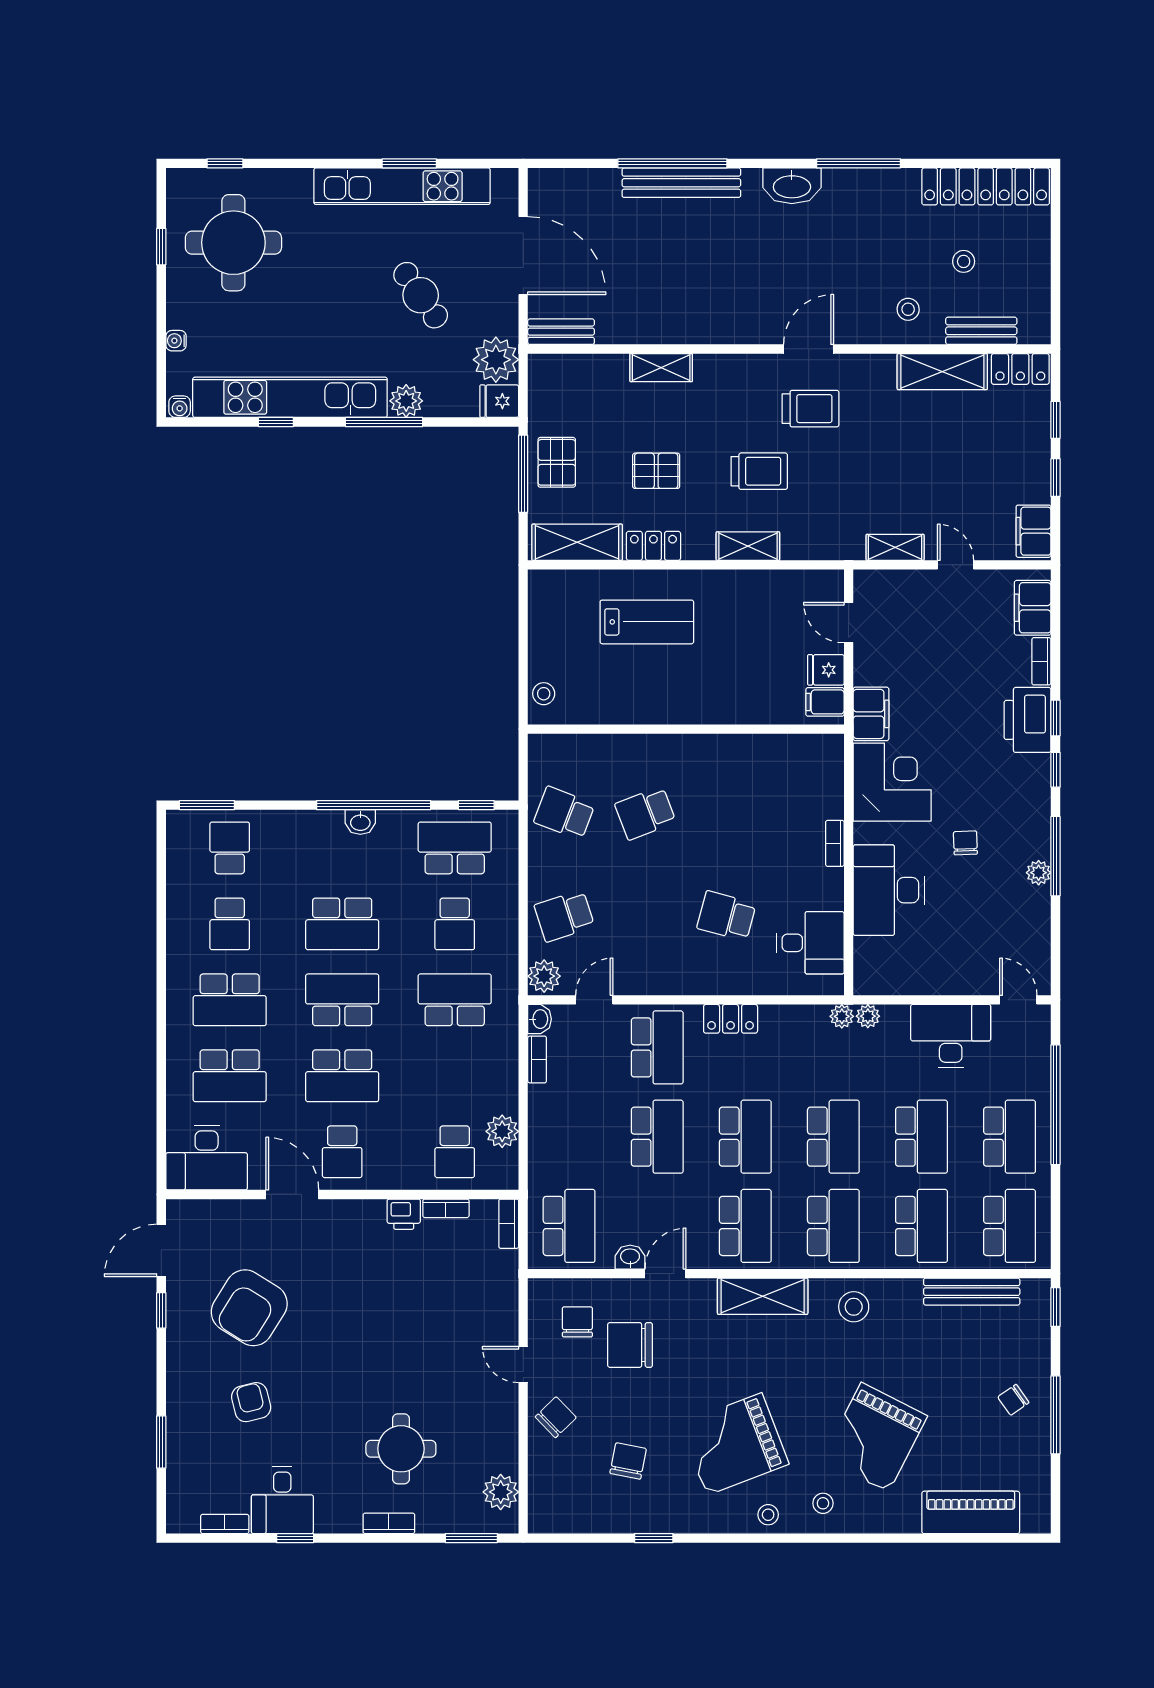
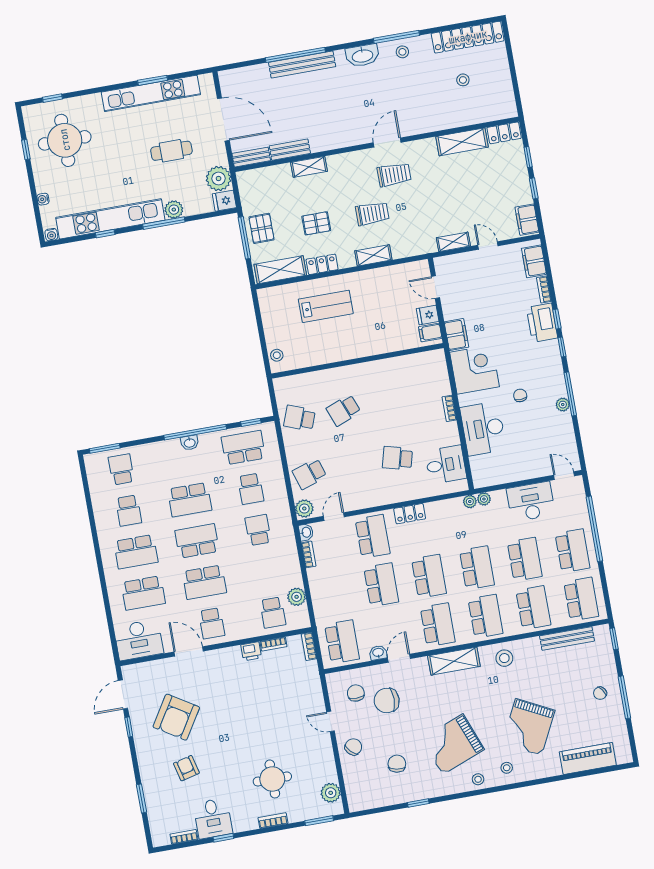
cafe table: (421, 295) -> (171, 151), turned -55
stool: (908, 309) -> (402, 52), moved
bench: (981, 331) -> (290, 150), moved
school desk: (455, 1000) -> (258, 530), width x0.54

